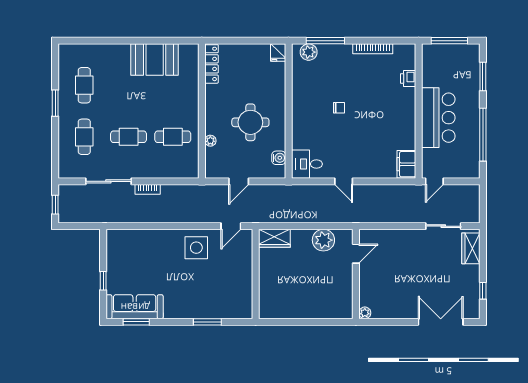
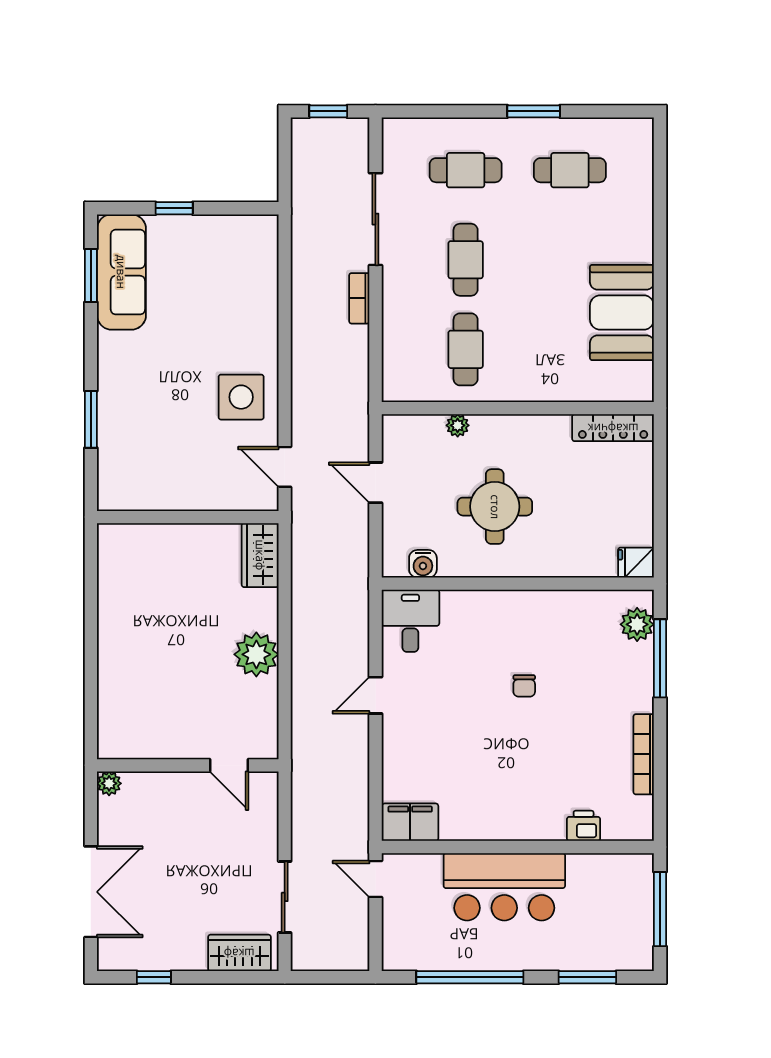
door: (356, 254) -> (229, 765), moved
wall: (356, 274) -> (188, 765), moved
plant: (365, 313) -> (109, 783), moved

